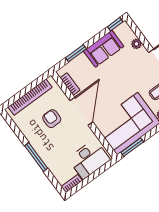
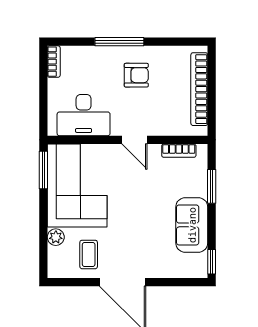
plant: (136, 44) -> (168, 270), removed
door: (81, 111) -> (135, 140), width x0.53
armchair: (52, 119) -> (136, 75), moved
desk: (89, 159) -> (84, 115), moved, turned -90

